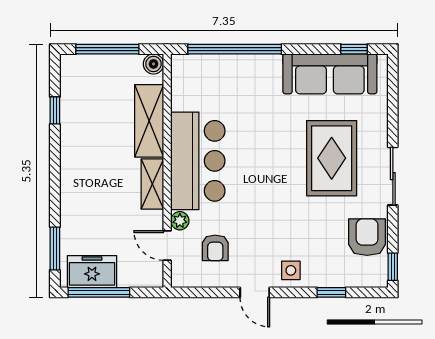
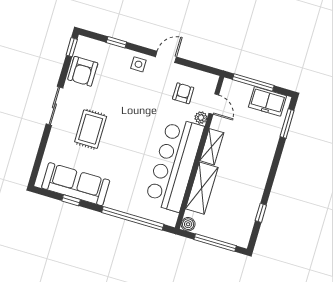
window: (354, 49) -> (71, 200), moved
rug: (332, 158) -> (91, 129), width x0.73, depth x0.70
bar counter: (198, 161) -> (174, 164), width x1.36
window: (99, 292) -> (253, 83), moved
door: (255, 292) -> (166, 57), hinge flipped

